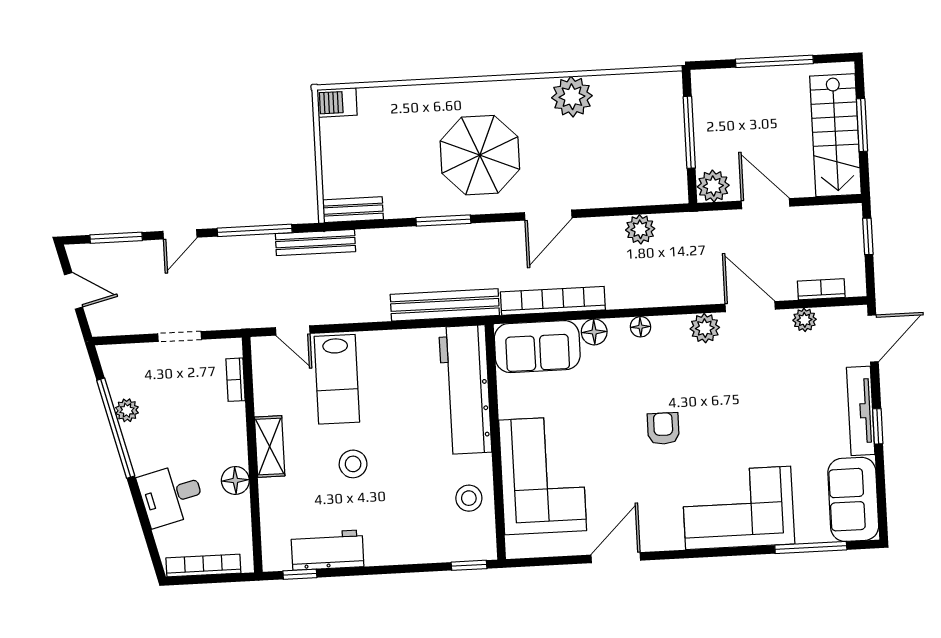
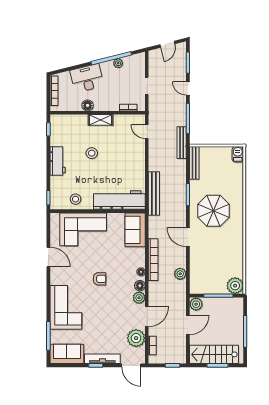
plant: (572, 97) -> (235, 286), moved
bench: (353, 210) -> (194, 163), width x1.36
bookcase: (553, 301) -> (153, 260), moved
plant: (805, 320) -> (136, 338), width x1.87, depth x1.87
door: (293, 331) -> (147, 132), hinge flipped
floor lamp: (594, 332) -> (140, 286), moved
lab bench: (337, 379) -> (126, 148), removed
desk: (171, 495) -> (87, 78), width x1.37
workbench: (327, 550) -> (58, 161), moved

